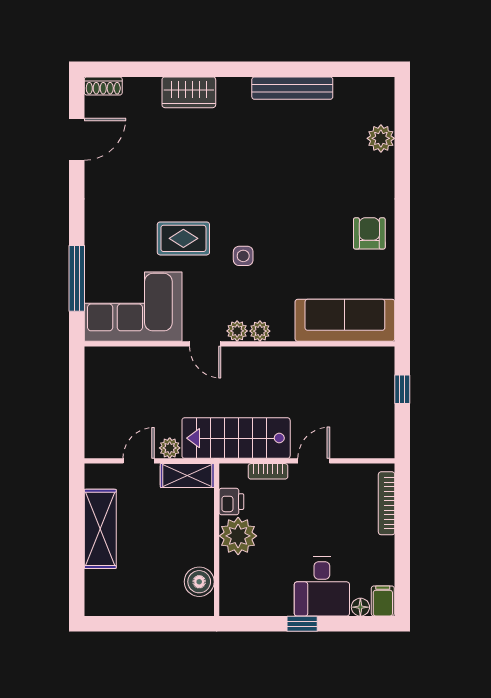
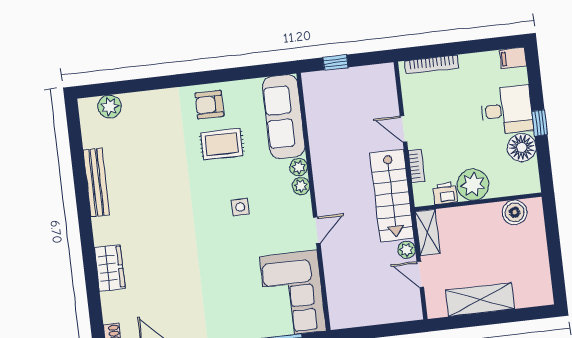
plant: (381, 138) -> (110, 107), moved
rug: (183, 238) -> (222, 144), moved, turned 90
plant: (237, 331) -> (299, 167), moved
floor lamp: (360, 607) -> (522, 147), moved, width x1.89, depth x1.89

